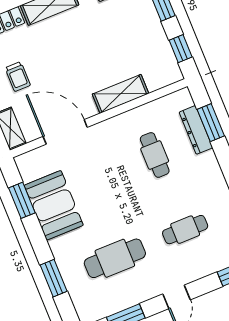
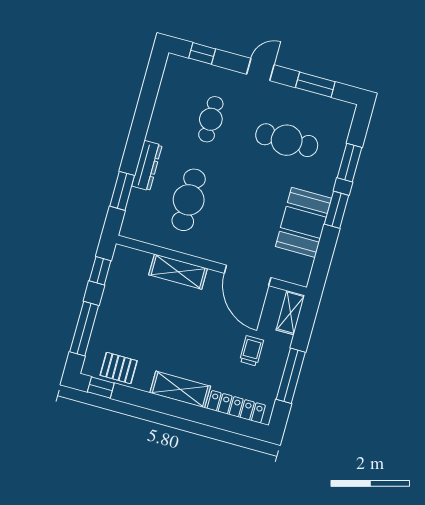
dresser: (196, 130) -> (147, 166), moved
cafe table: (155, 155) -> (189, 200), width x1.37, depth x1.35
window: (22, 200) -> (337, 210), moved
cafe table: (185, 230) -> (211, 119), turned 90

